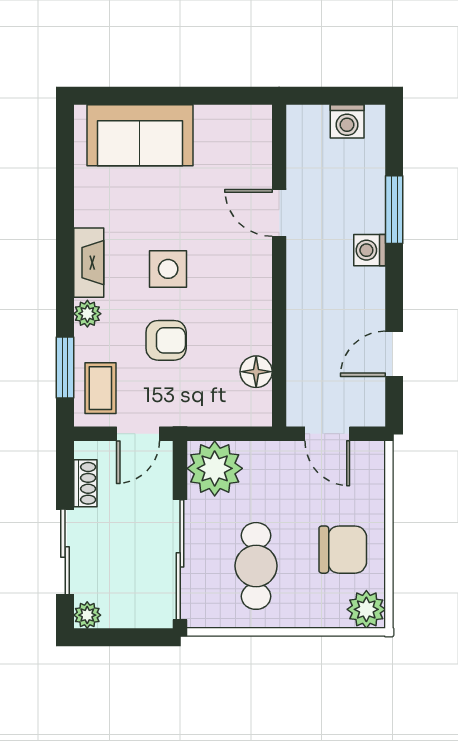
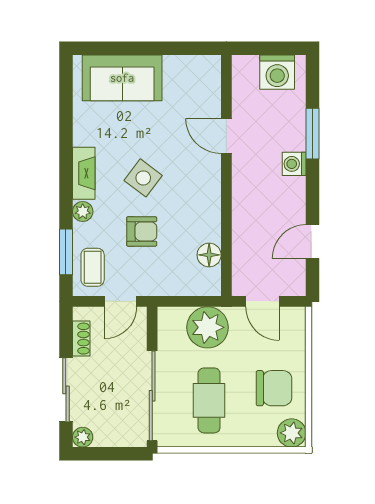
washing machine: (347, 121) -> (277, 72), width x1.38, depth x1.38
side table: (168, 269) -> (143, 178), turned 37
plant: (215, 468) -> (208, 327), moved

